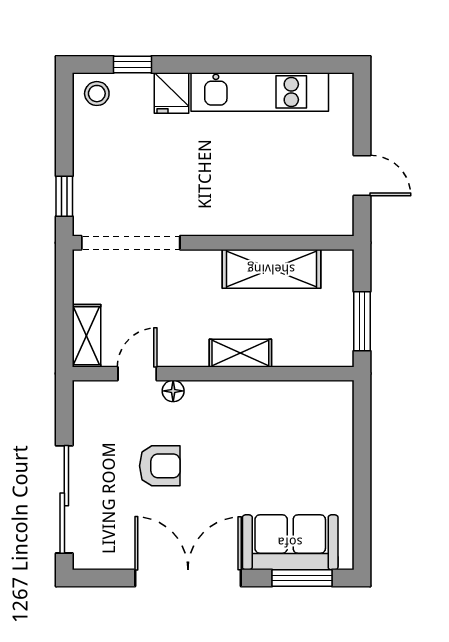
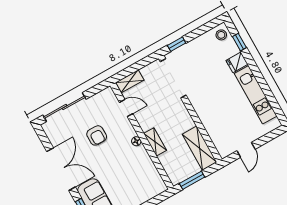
shelving: (271, 269) -> (200, 148), moved
floor lamp: (173, 391) -> (136, 141), moved

